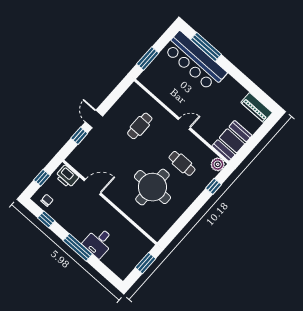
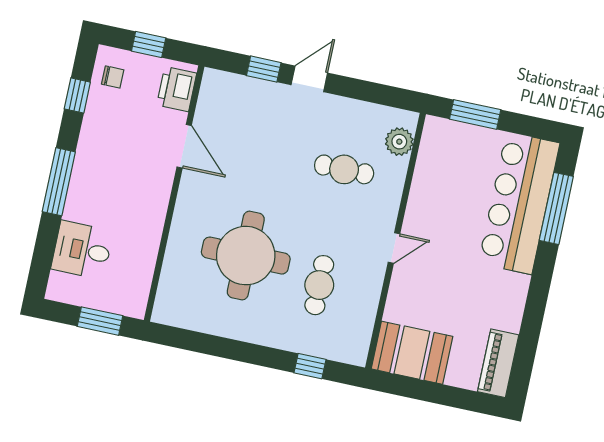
door: (184, 124) -> (394, 248), hinge flipped
plant: (218, 164) -> (399, 142), moved
desk: (99, 242) -> (82, 250), moved

